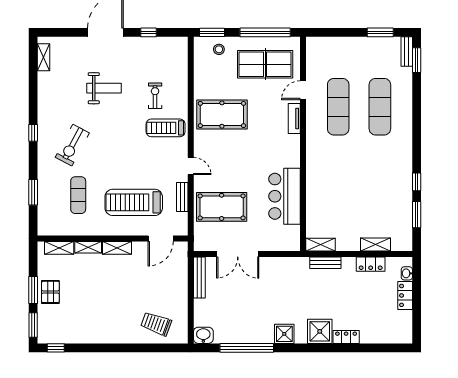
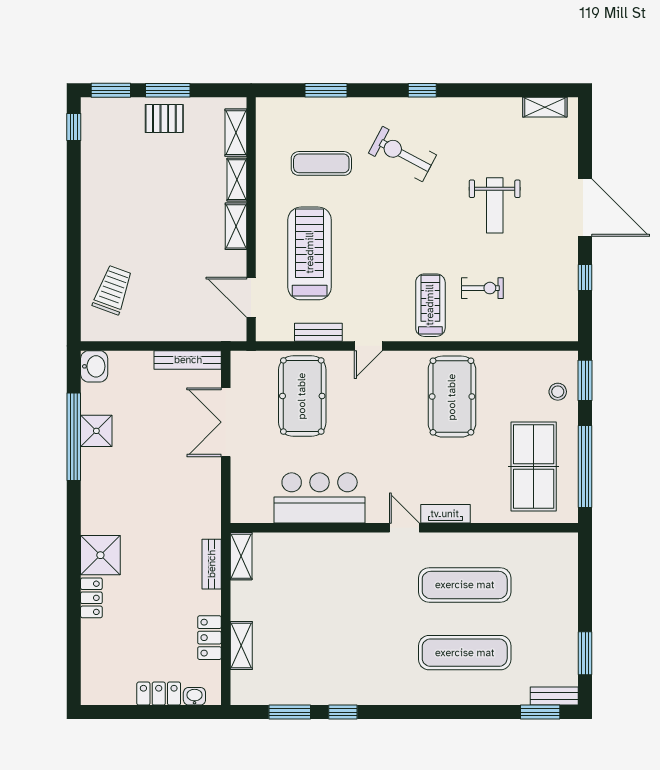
door: (303, 90) -> (404, 528), moved
shower: (284, 334) -> (96, 431), moved

